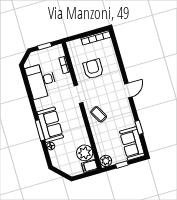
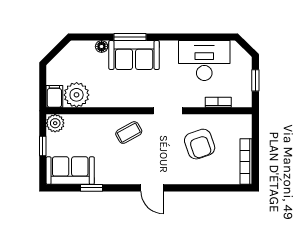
armchair: (93, 69) -> (200, 144), turned 71

